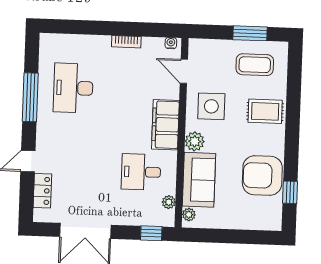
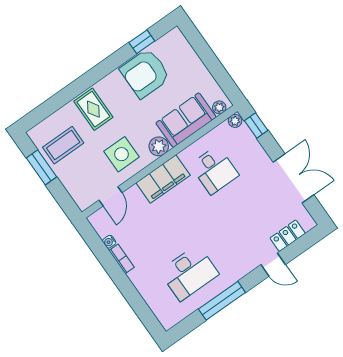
water cooler: (171, 43) -> (109, 242), moved
coffee table: (255, 65) -> (63, 145), turned 90
armchair: (262, 175) -> (145, 73), turned 90
plant: (169, 202) -> (235, 121), moved

